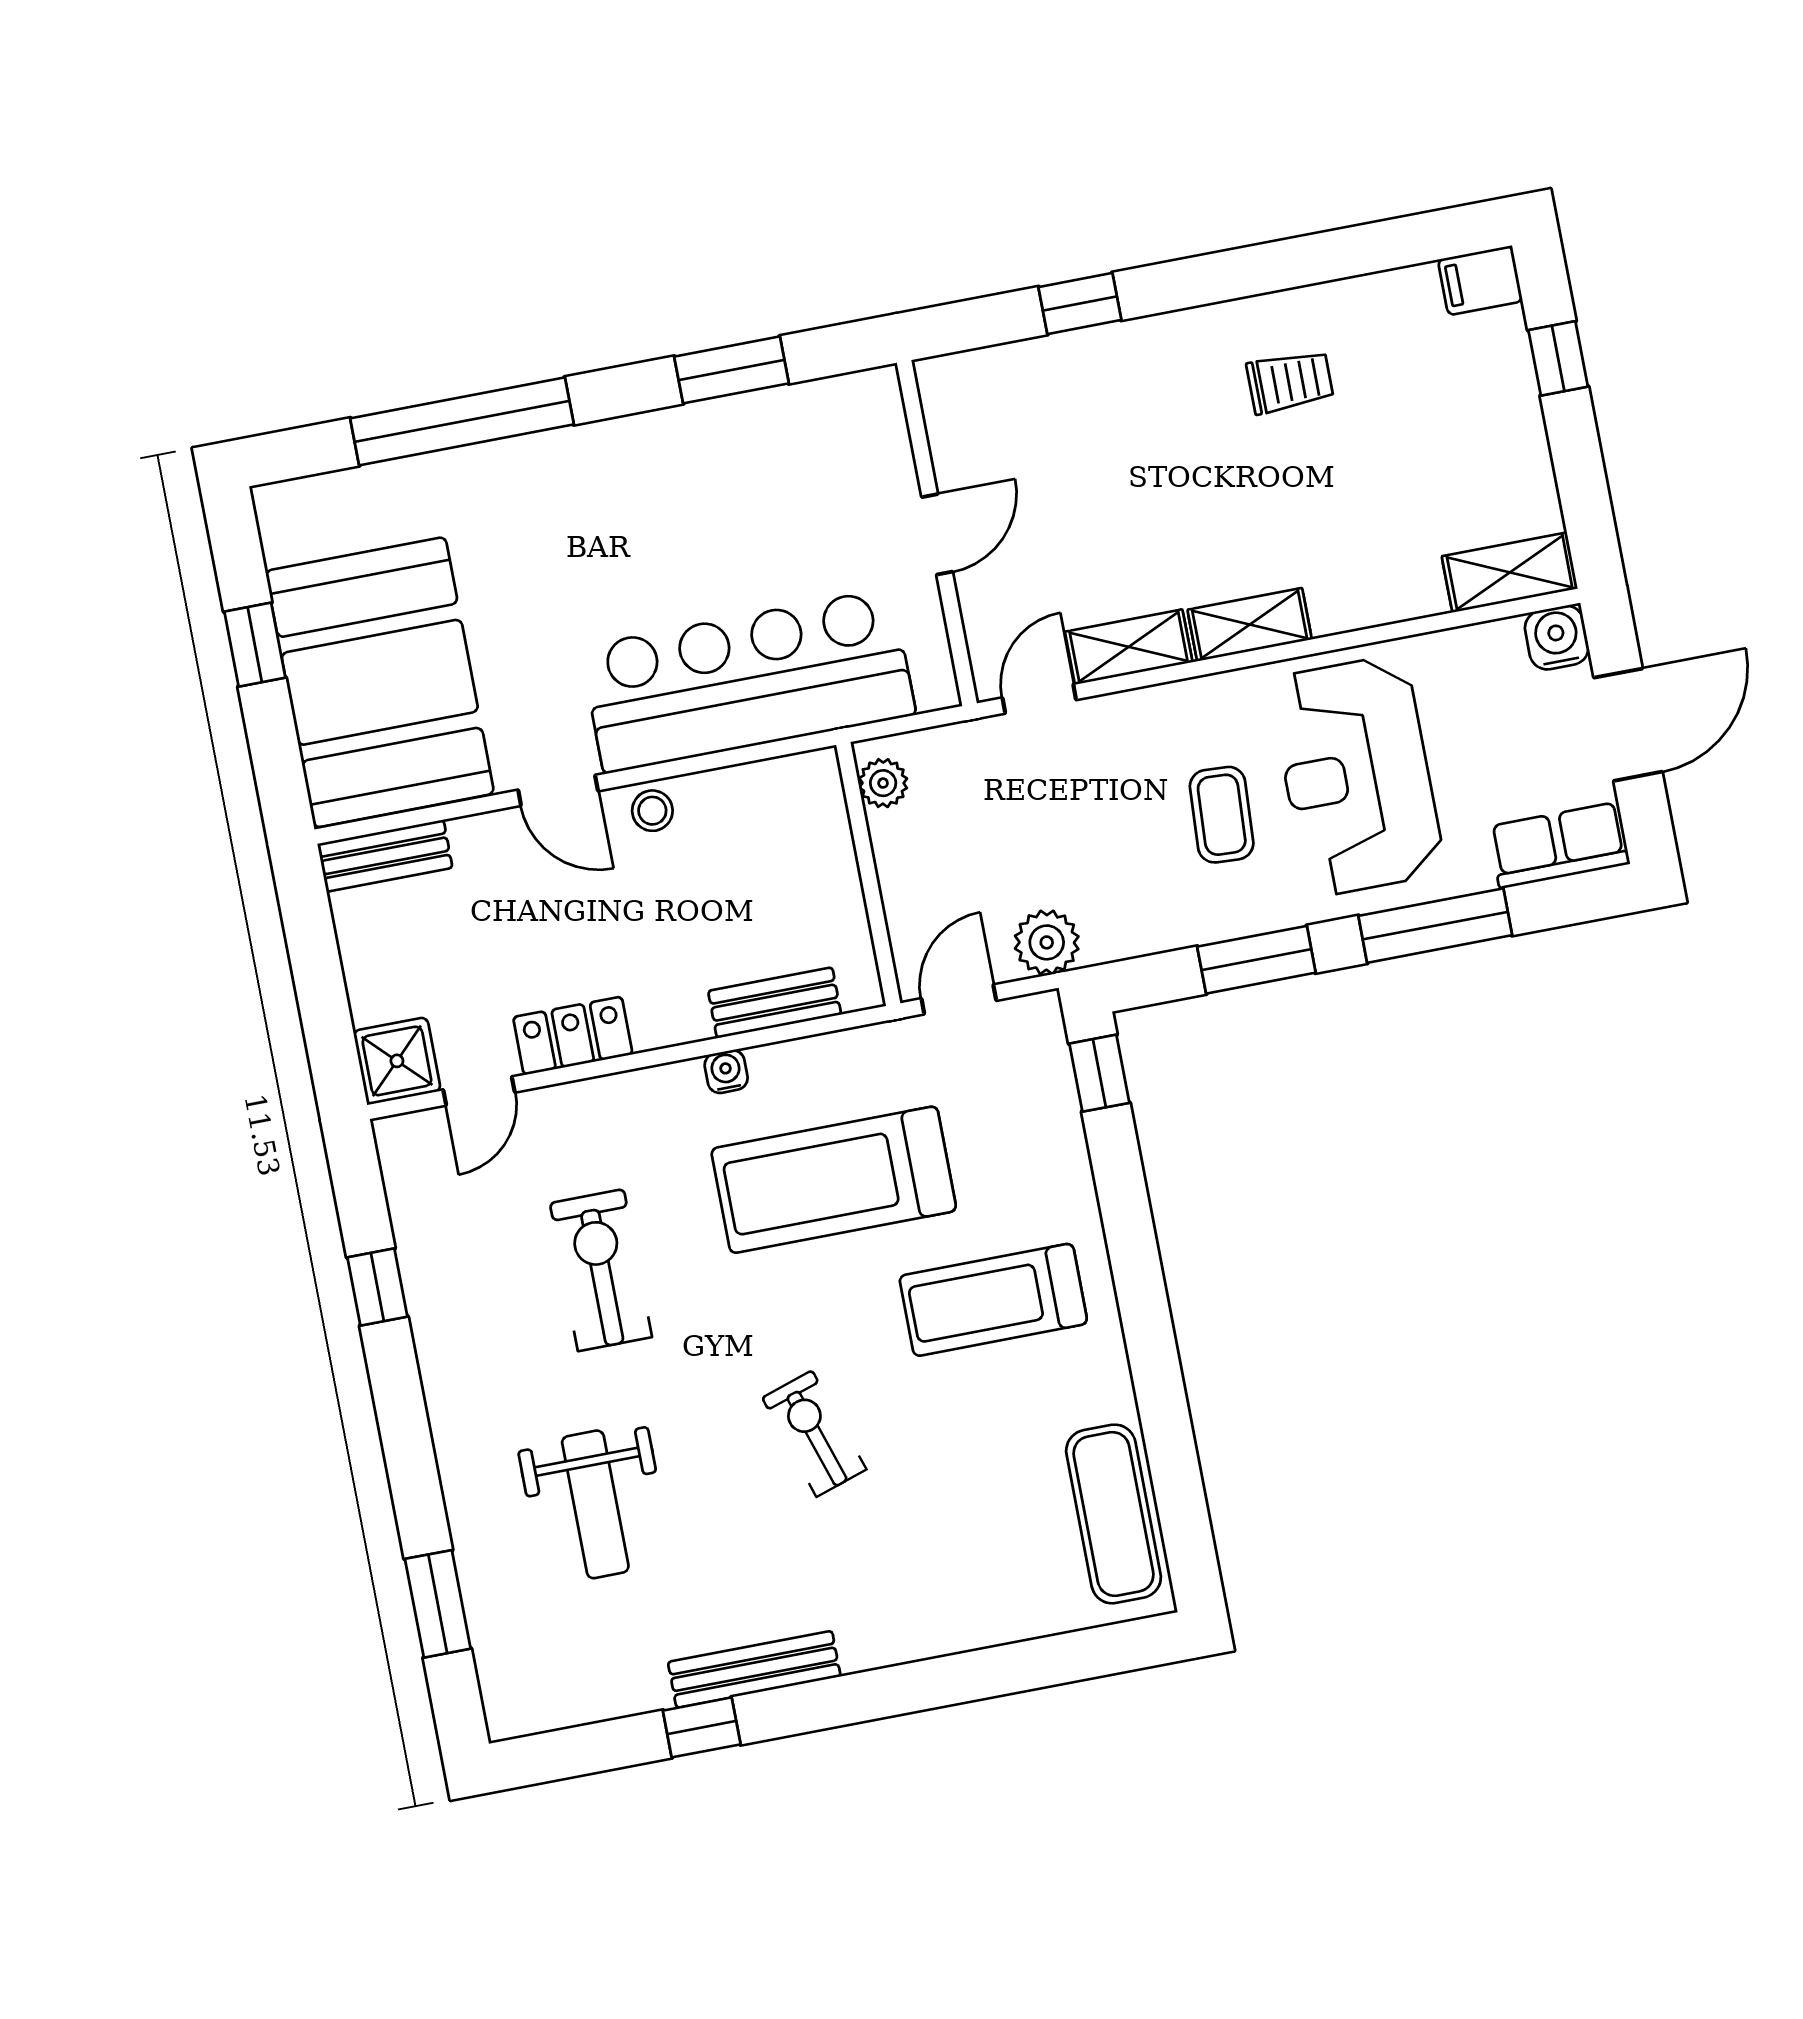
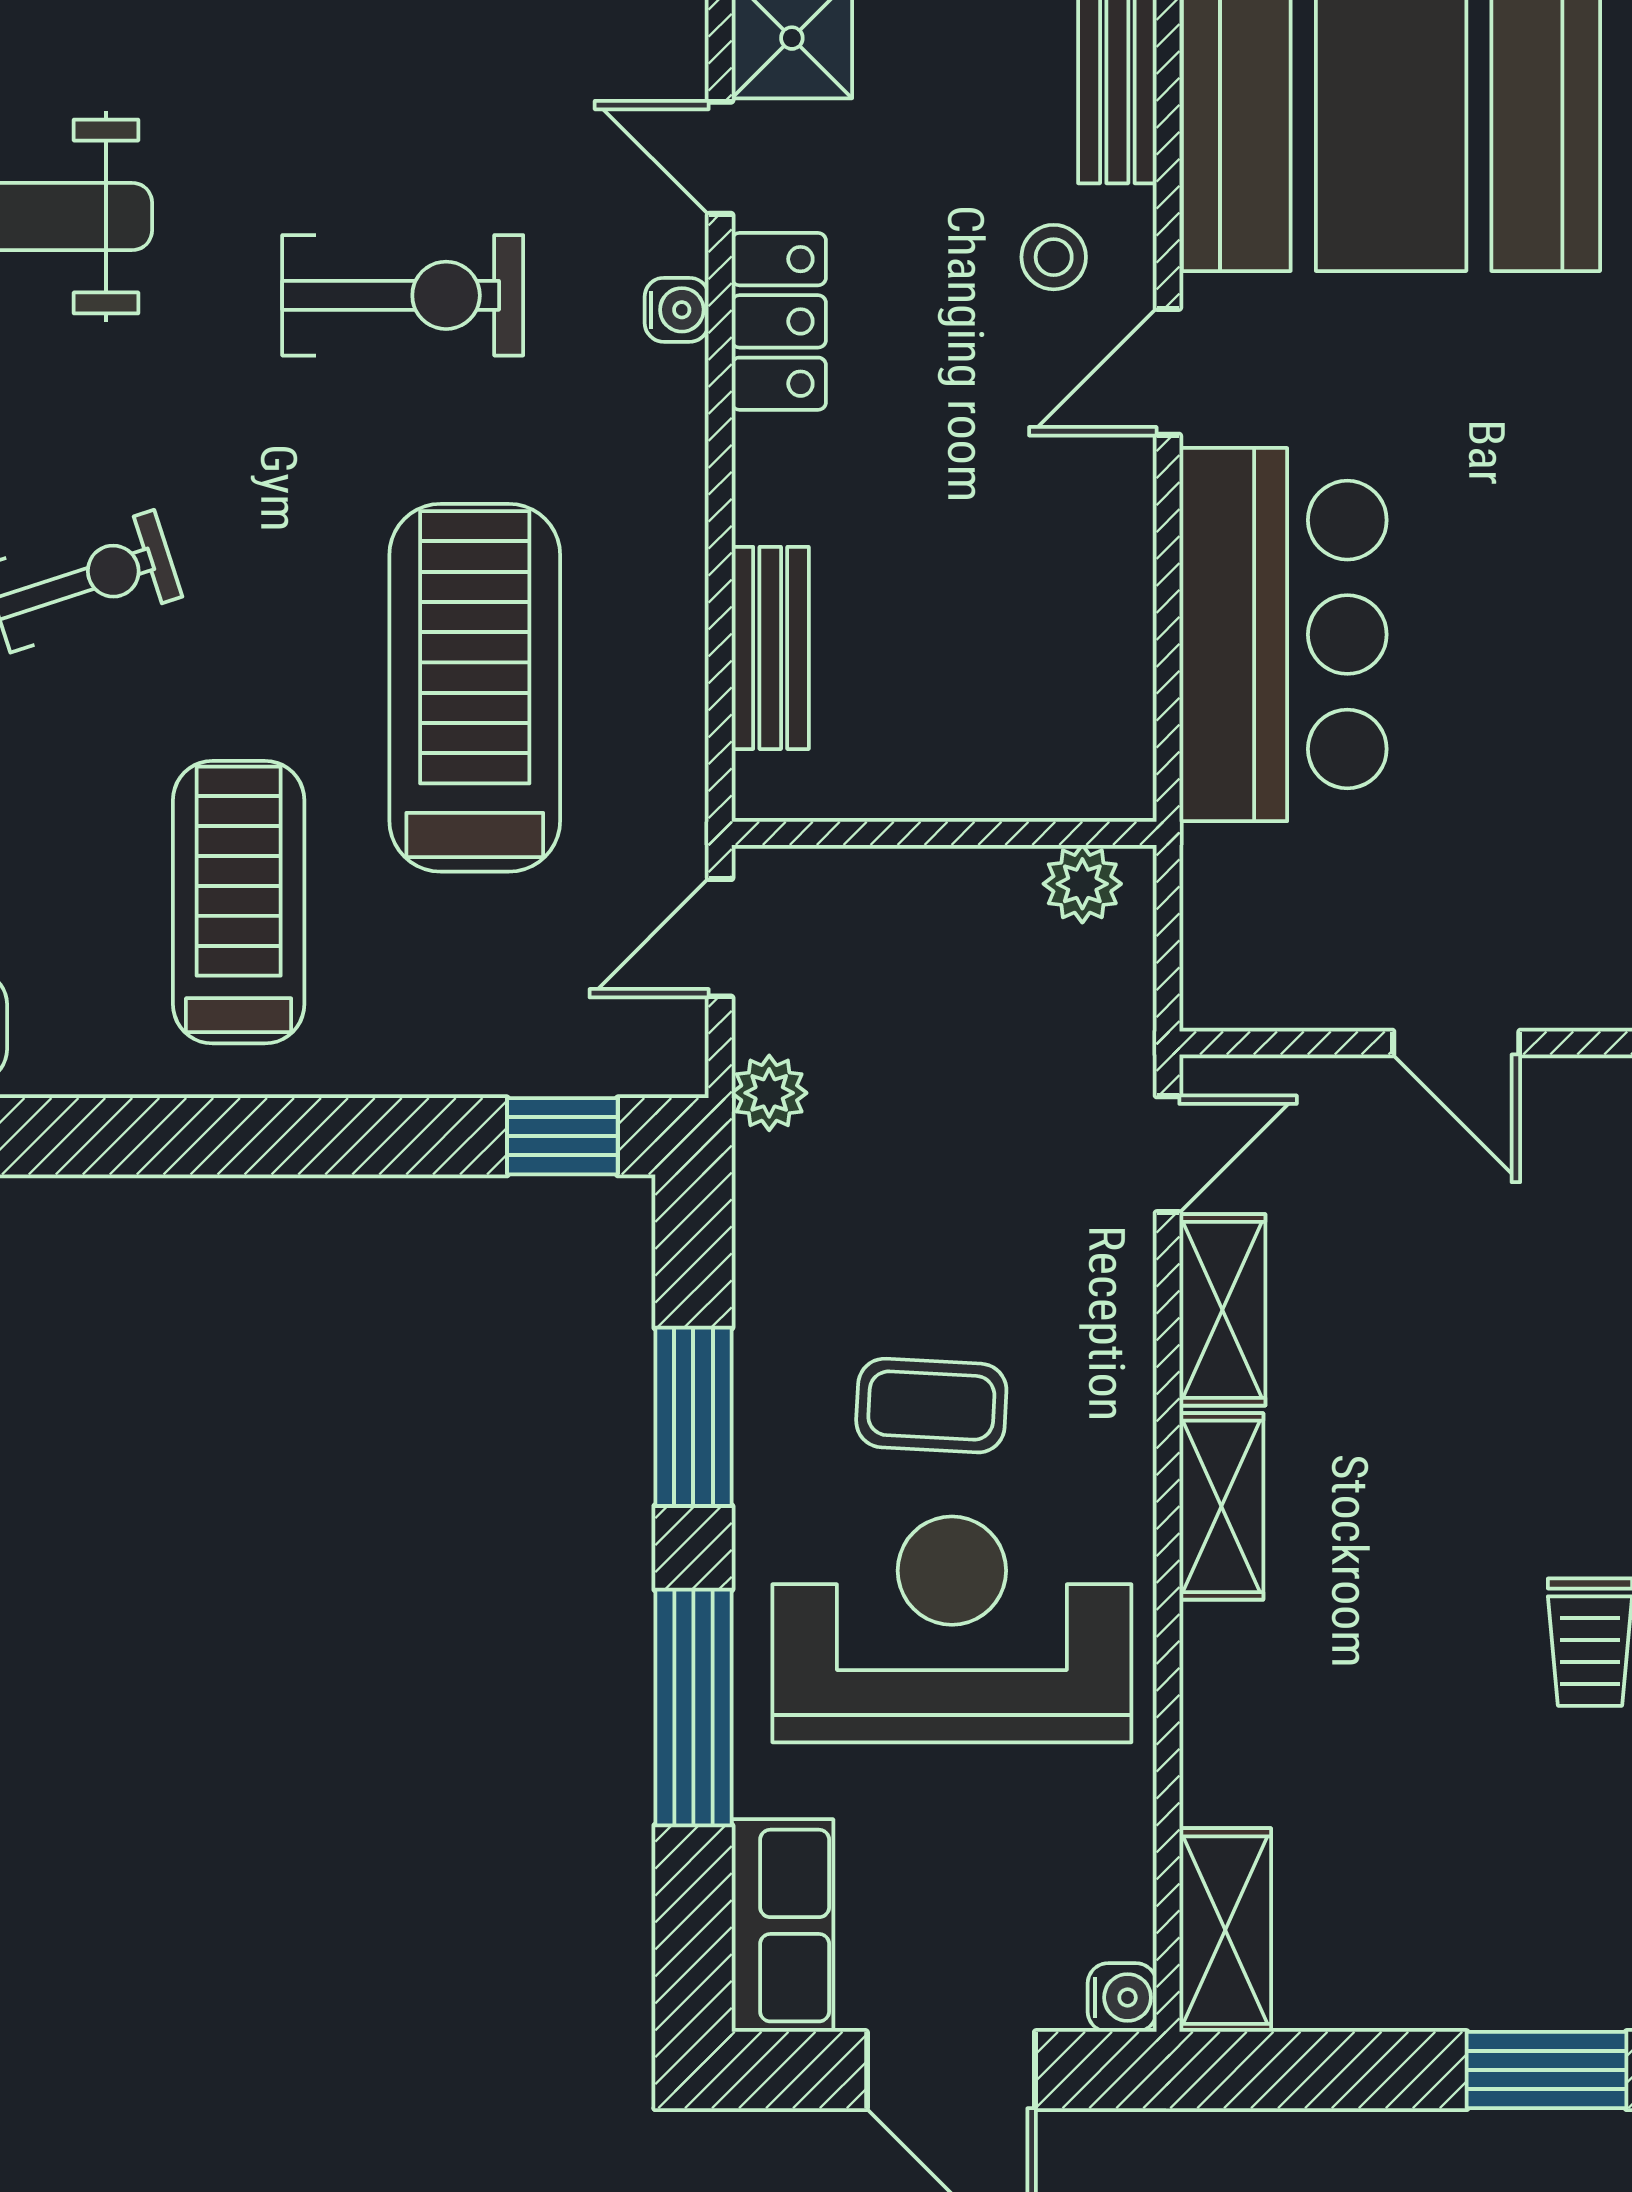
window: (1558, 358) -> (1547, 2070), width x1.50
water cooler: (1557, 638) -> (1122, 1998), width x0.72, depth x0.72
bar counter: (748, 681) -> (1283, 635), width x0.73
door: (1039, 699) -> (1168, 1154), hinge flipped
stool: (652, 811) -> (1054, 257), moved
plant: (1047, 942) -> (769, 1093), width x0.73, depth x0.73
door: (959, 999) -> (720, 938), swing flipped
water cooler: (726, 1072) -> (677, 310), moved

